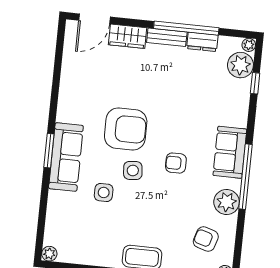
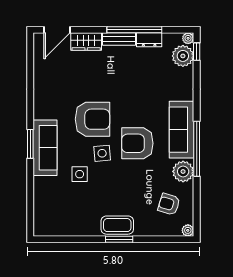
window: (255, 83) -> (197, 52), moved
sofa: (230, 152) -> (182, 130), width x1.36
armchair: (176, 163) -> (137, 143), width x1.88, depth x1.88
plant: (49, 254) -> (40, 230), removed

